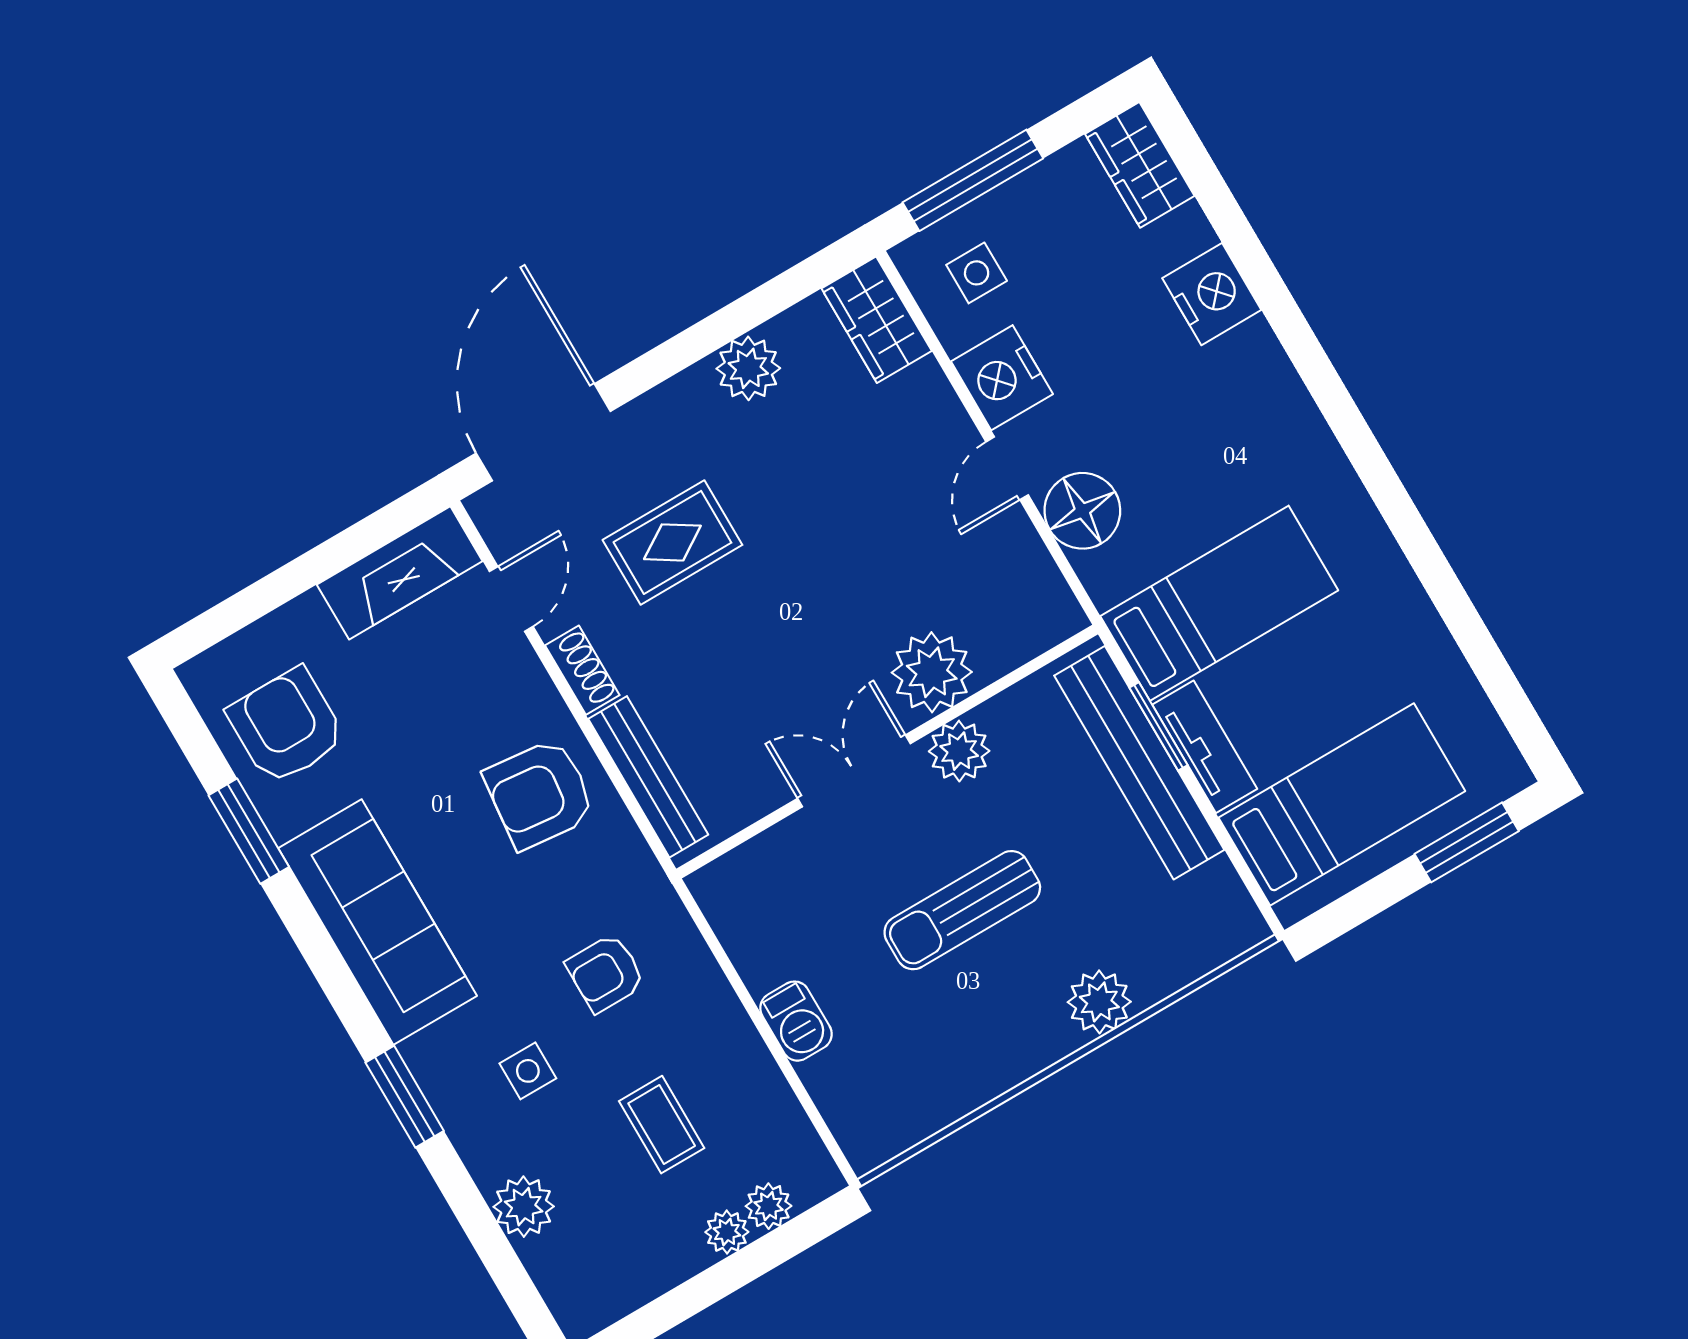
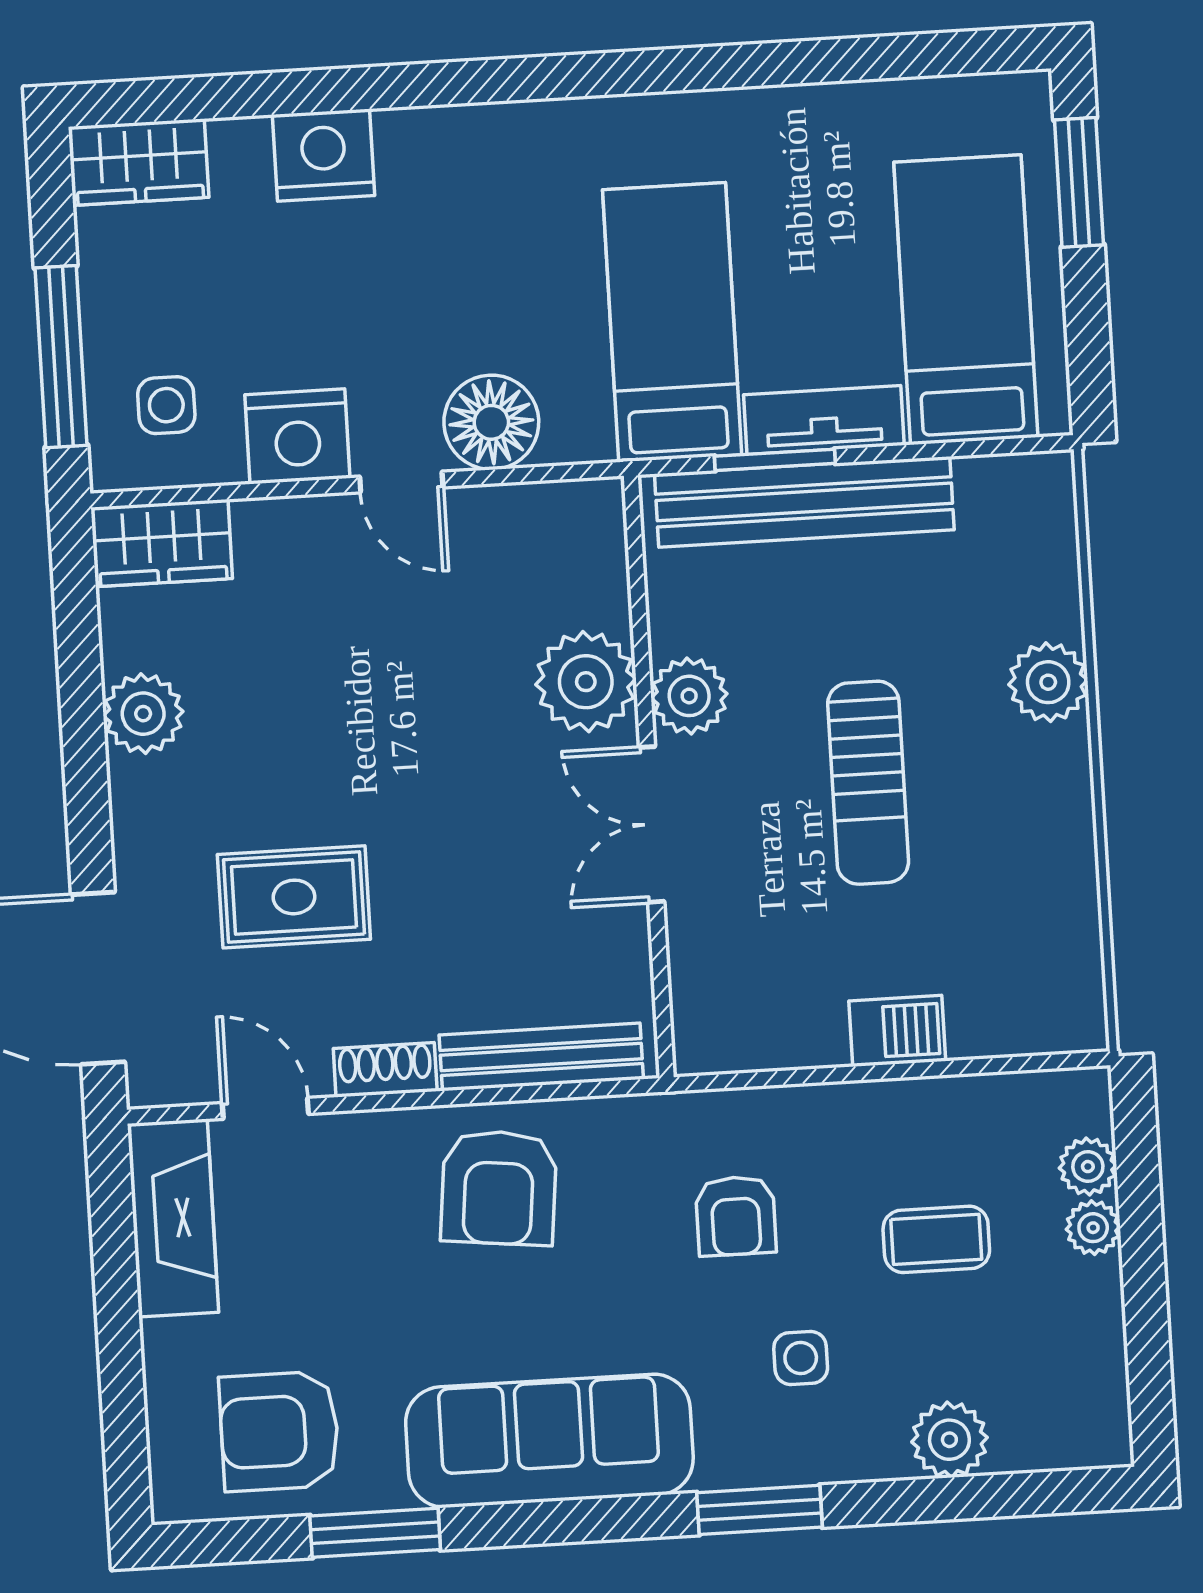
rug: (672, 542) -> (294, 897), turned 90

